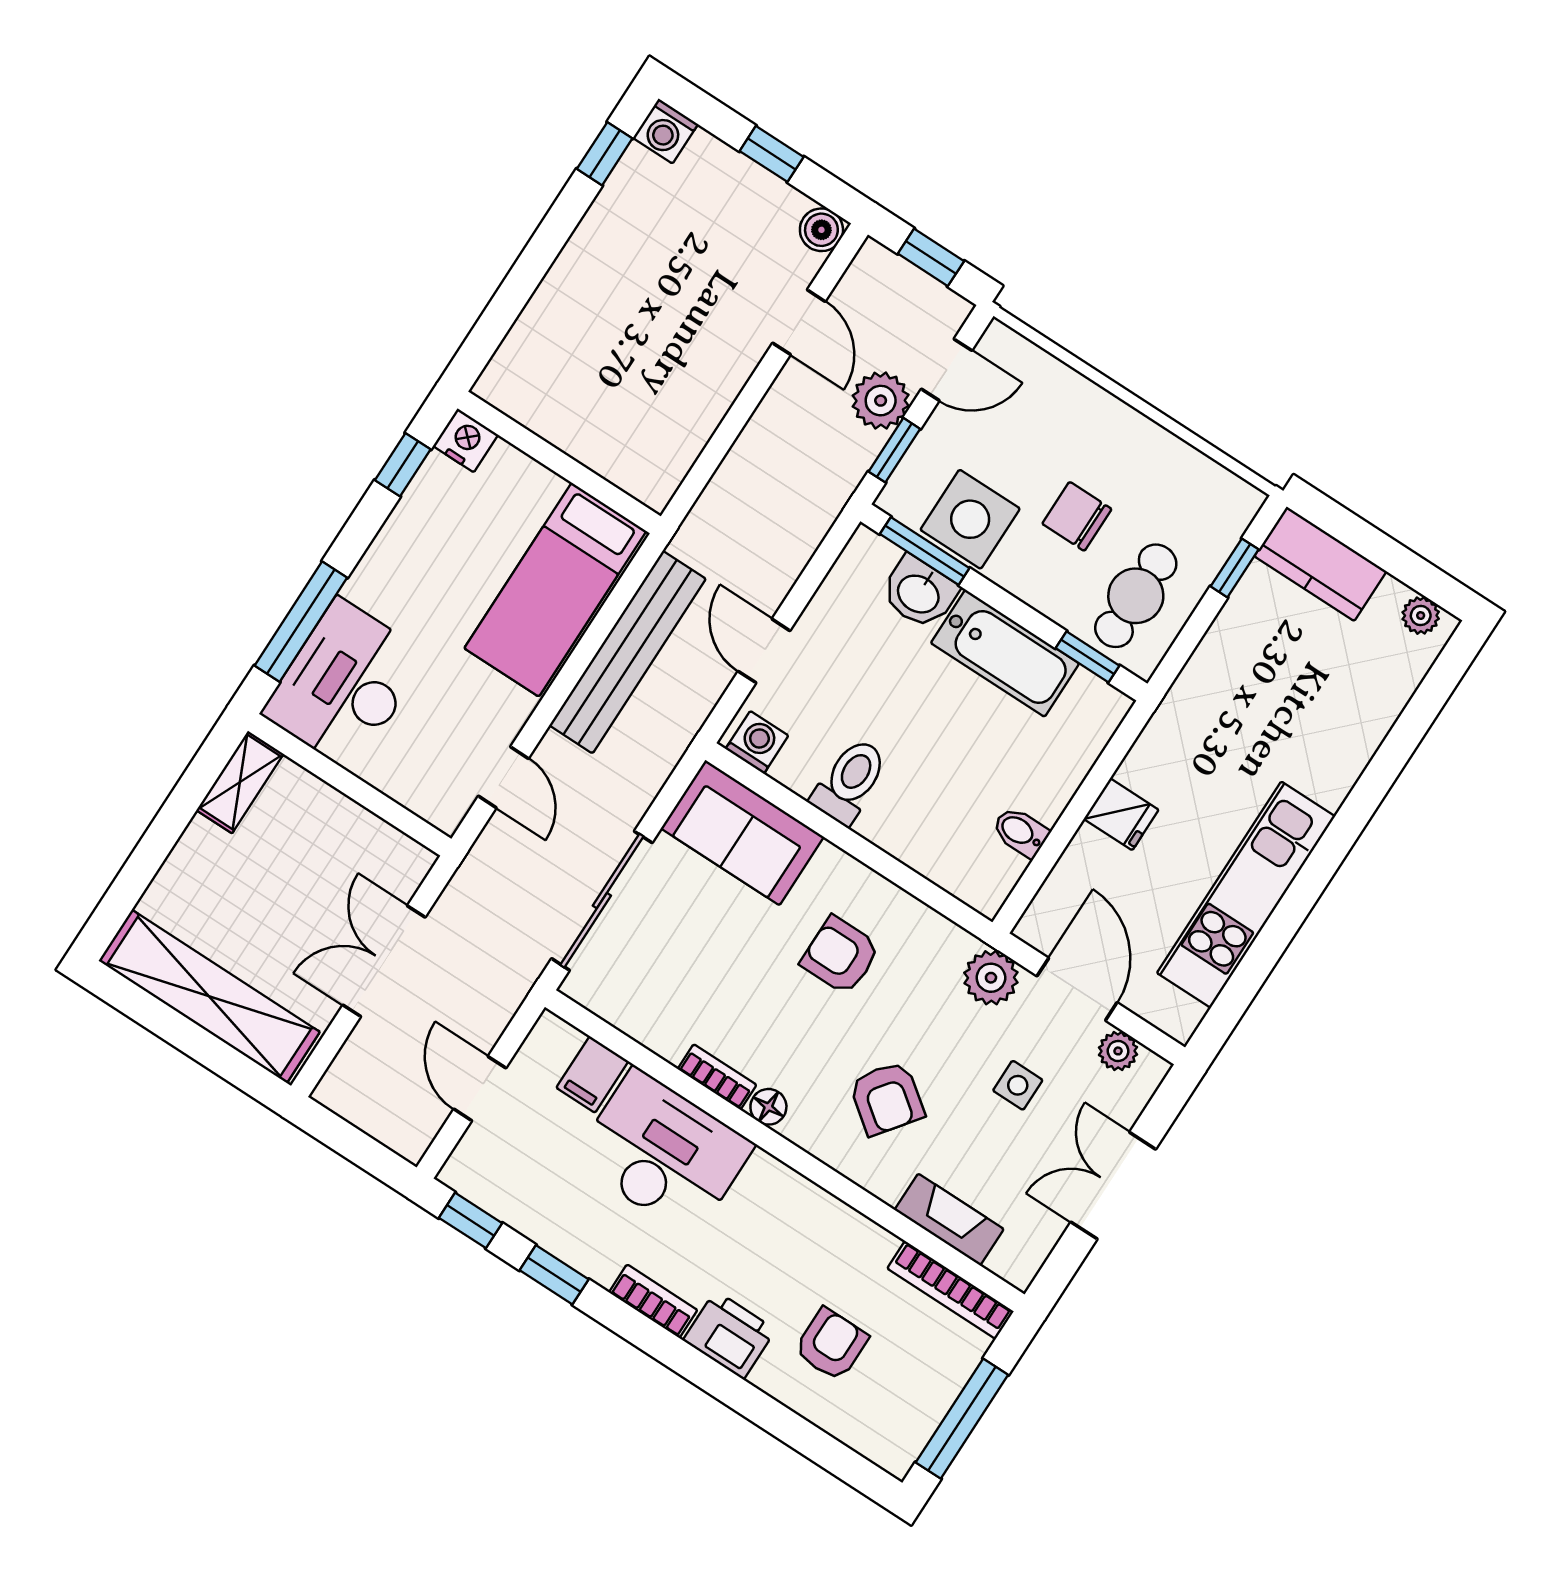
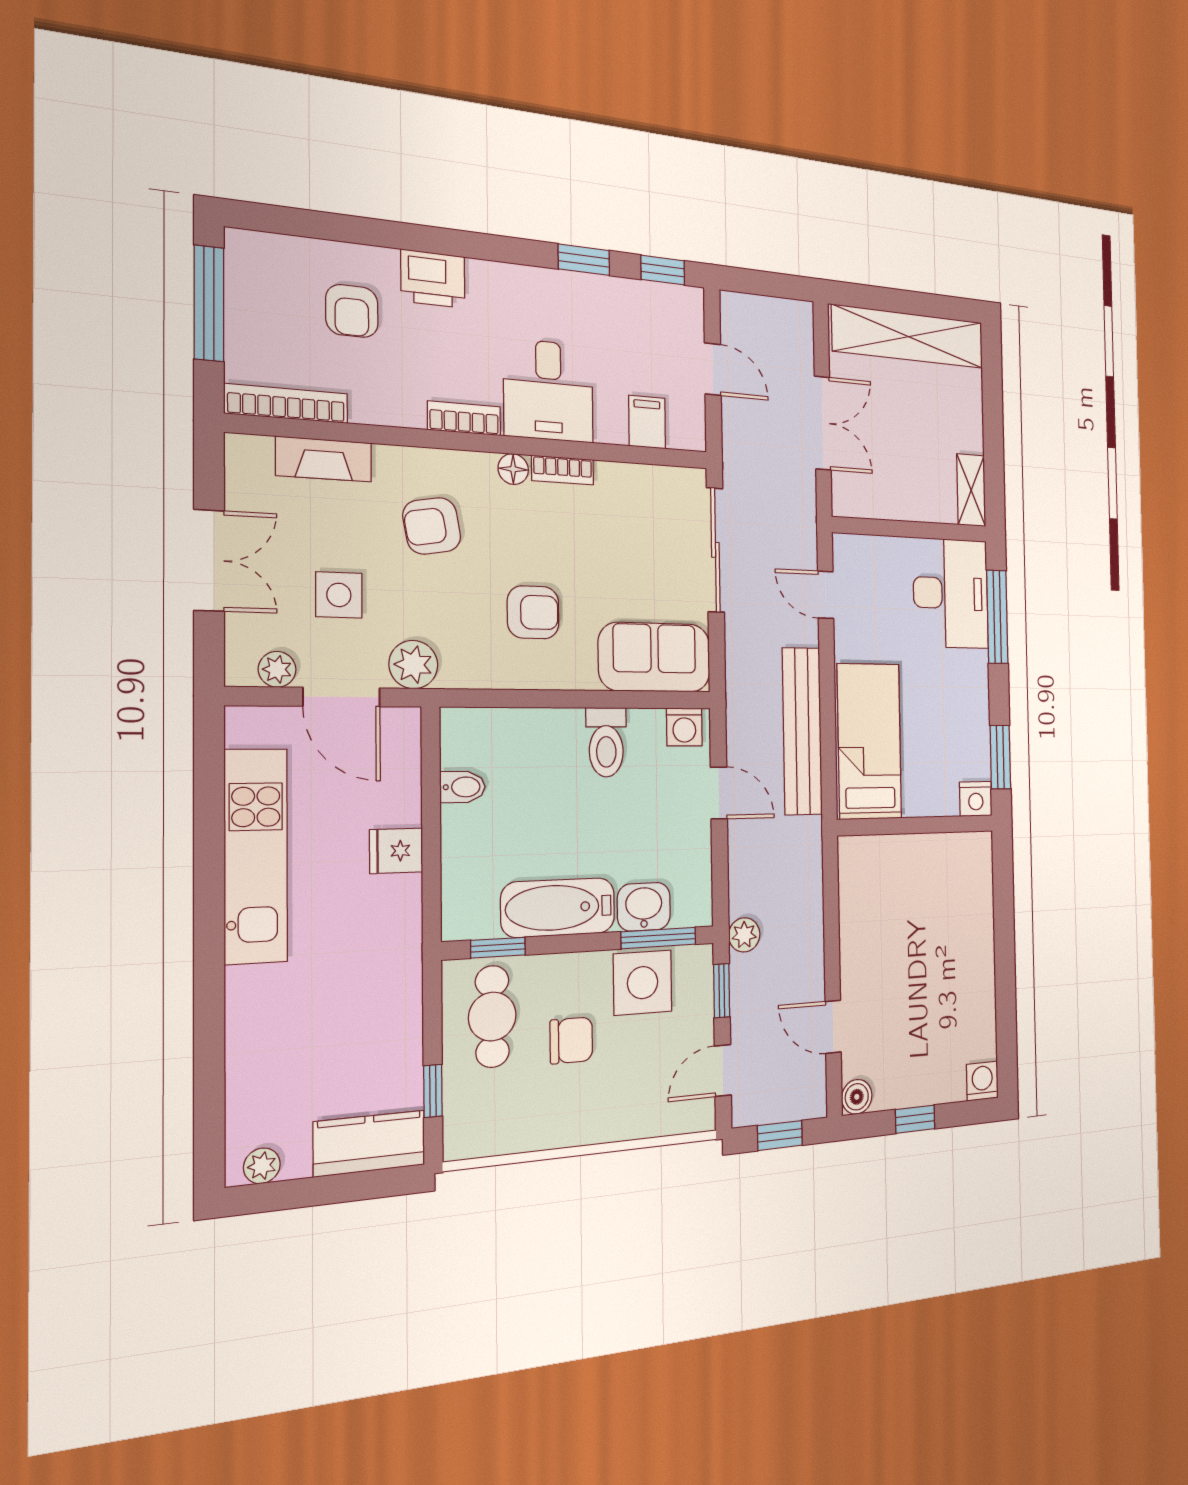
window: (605, 154) -> (1007, 1038), removed
plant: (881, 401) -> (744, 935), moved, width x0.73, depth x0.73
window: (403, 465) -> (1000, 757), width x1.50
side table: (1018, 1085) -> (339, 595), width x1.37, depth x1.37
armchair: (887, 1098) -> (432, 526), turned -47
desk: (663, 1153) -> (548, 391), width x0.73
bookcase: (653, 1301) -> (464, 418), moved, turned 180

